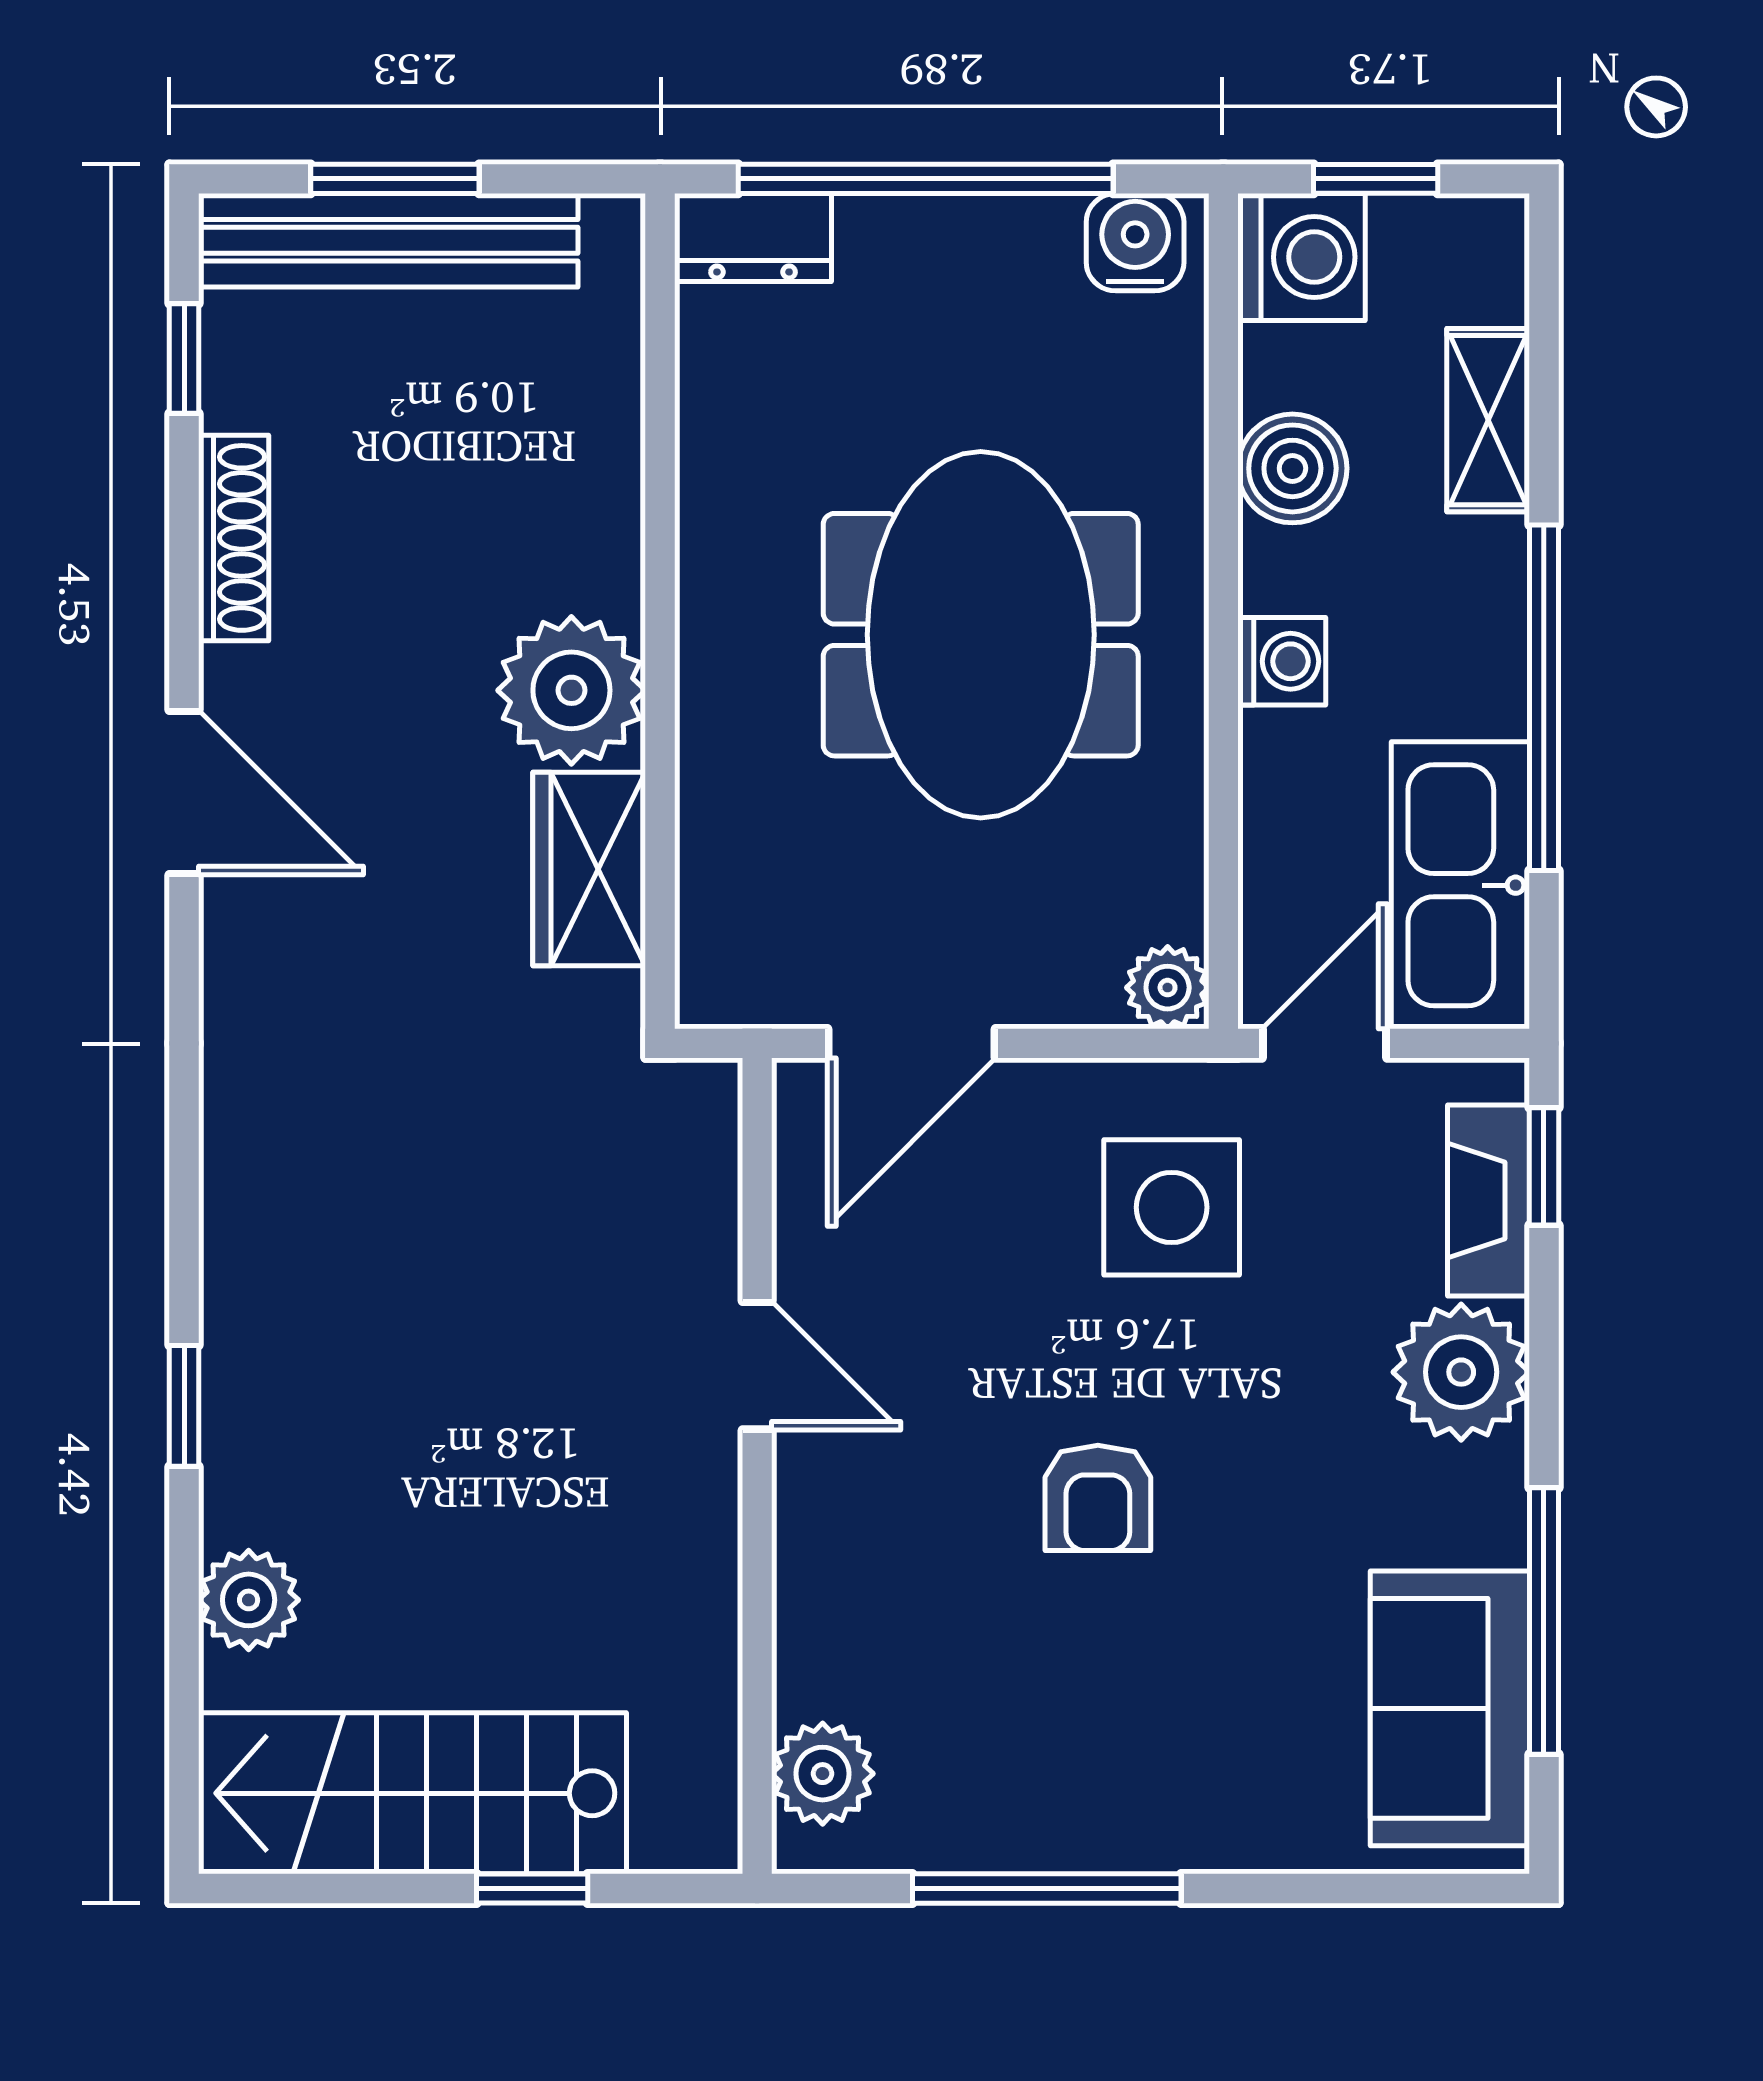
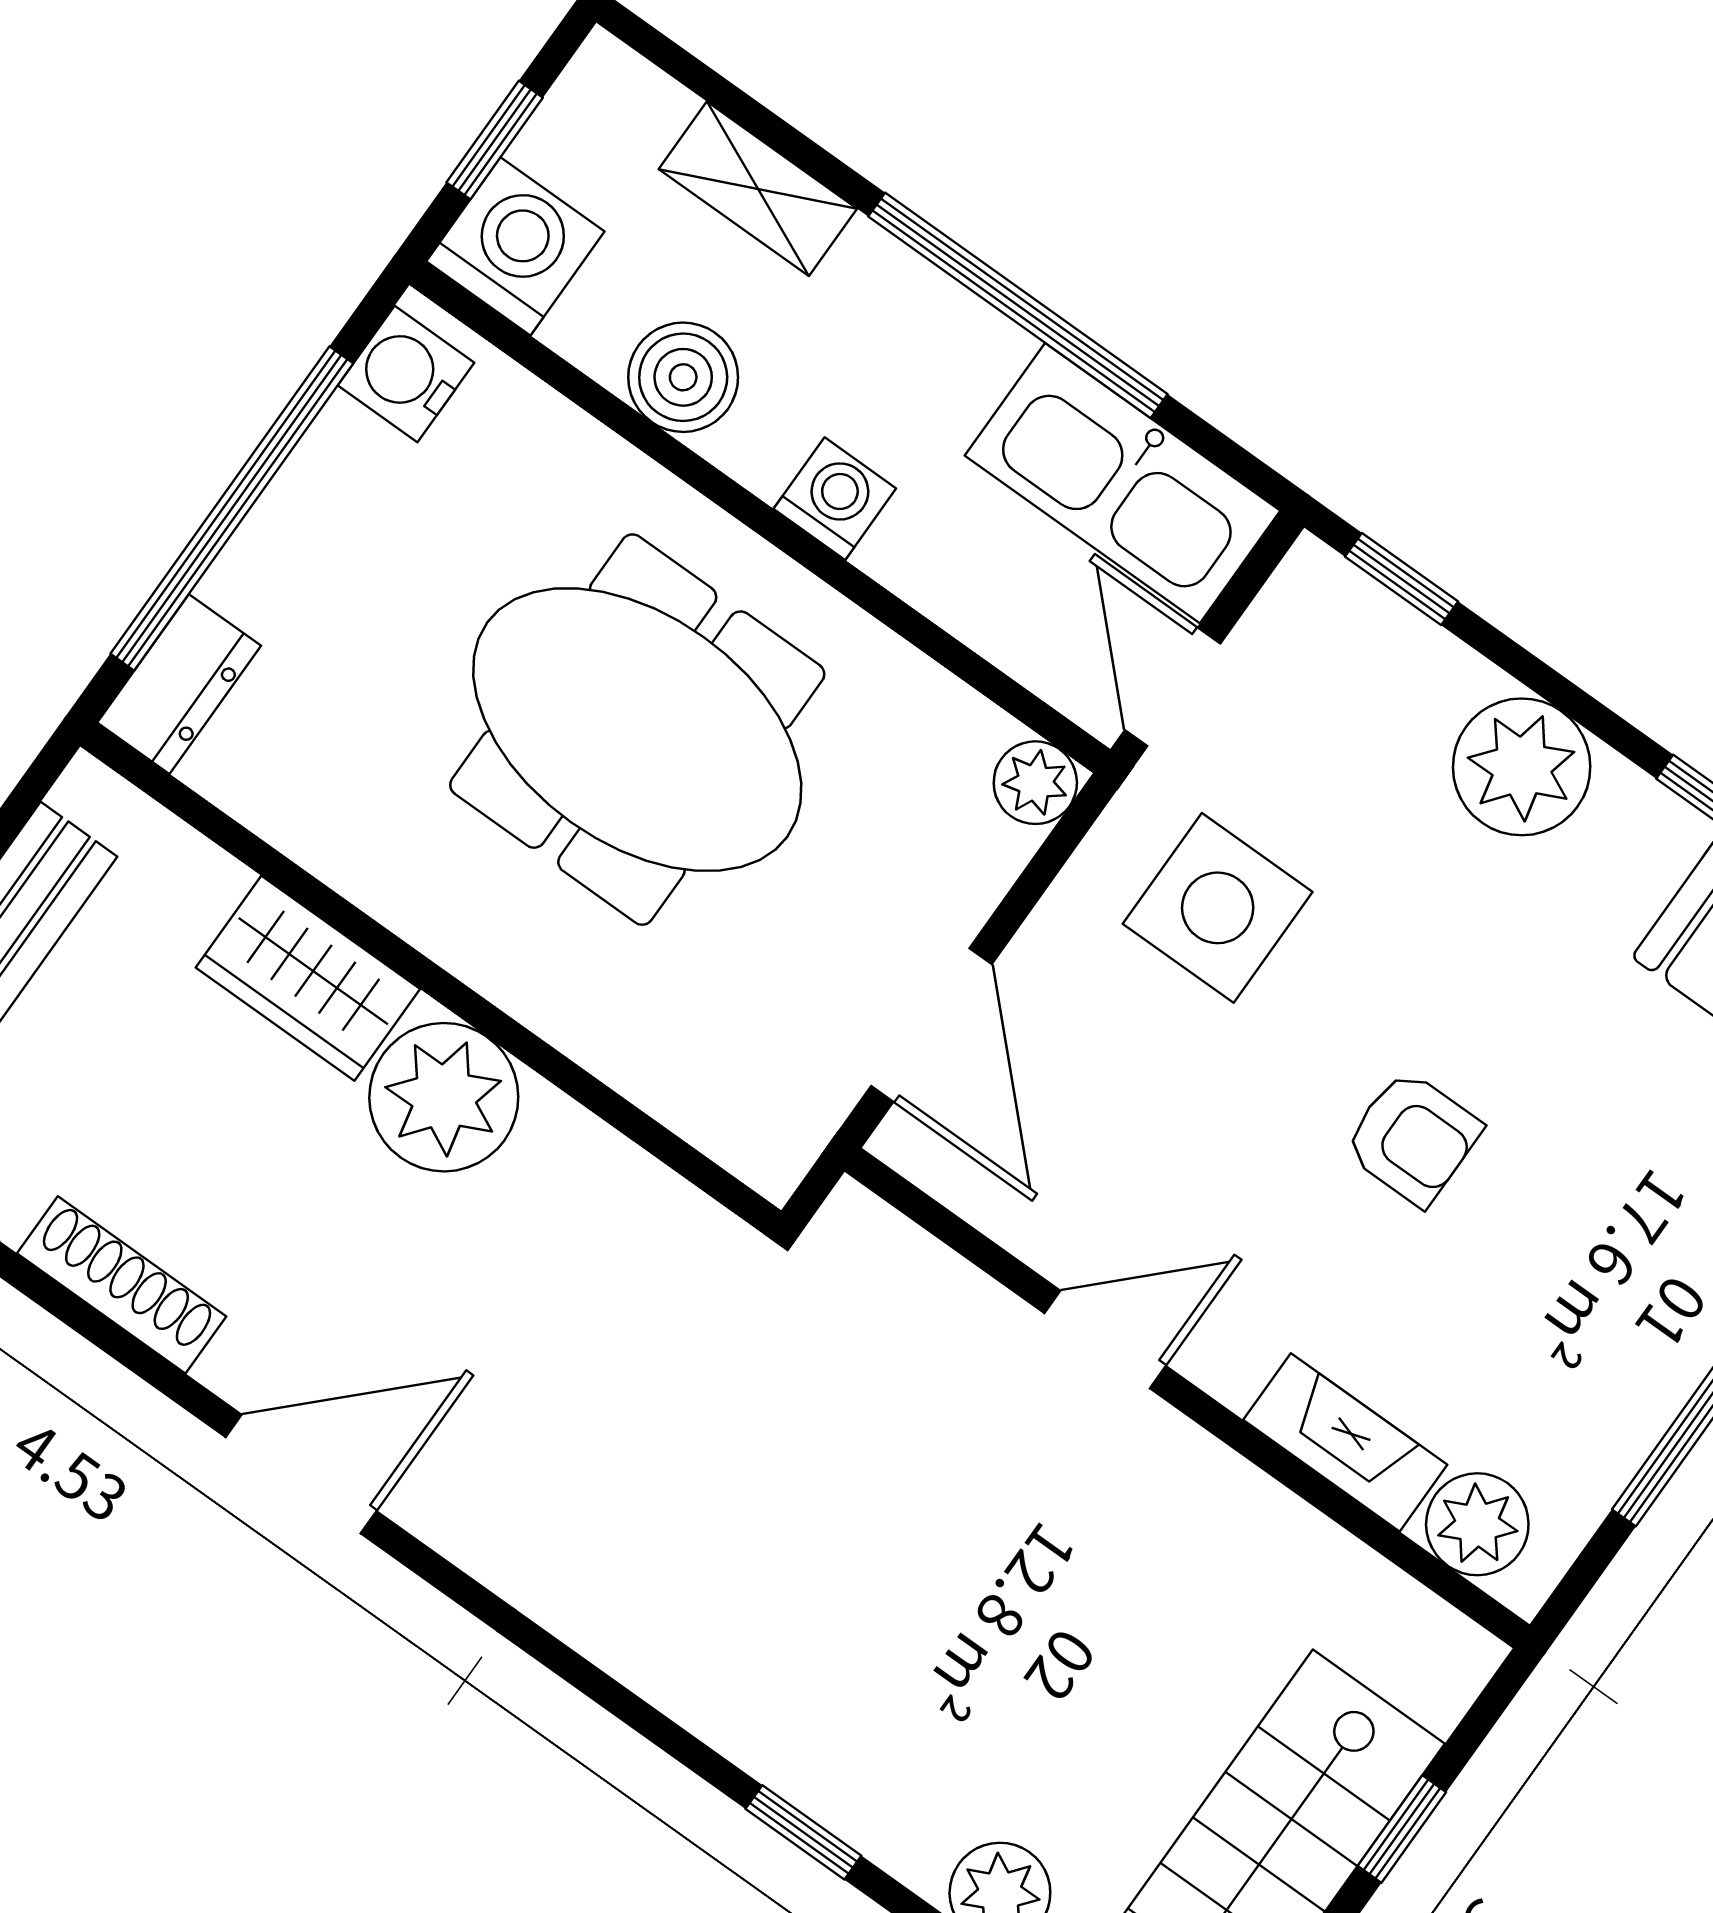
wardrobe: (589, 869) -> (308, 978), moved
fireplace: (1489, 1201) -> (1345, 1442), moved, turned 180

